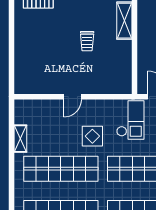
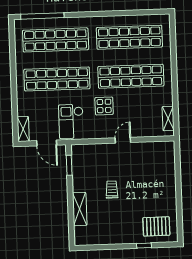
window: (134, 71) -> (69, 165), added
shelving: (20, 139) -> (168, 118), moved

